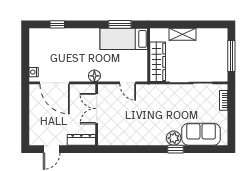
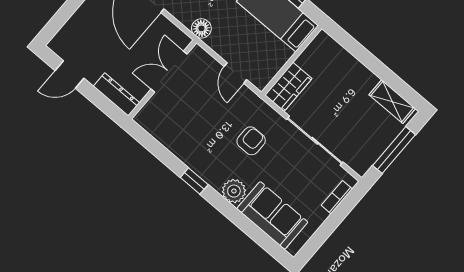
shelving: (183, 34) -> (392, 102), moved
wardrobe: (158, 62) -> (288, 87), width x0.67
armchair: (162, 108) -> (251, 141), added
window: (175, 149) -> (194, 181), moved

